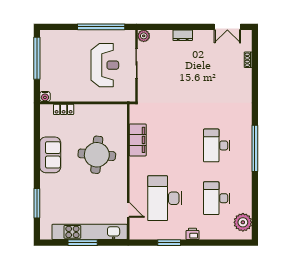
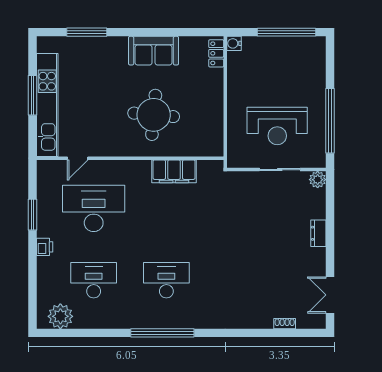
locker: (64, 109) -> (216, 53), moved

